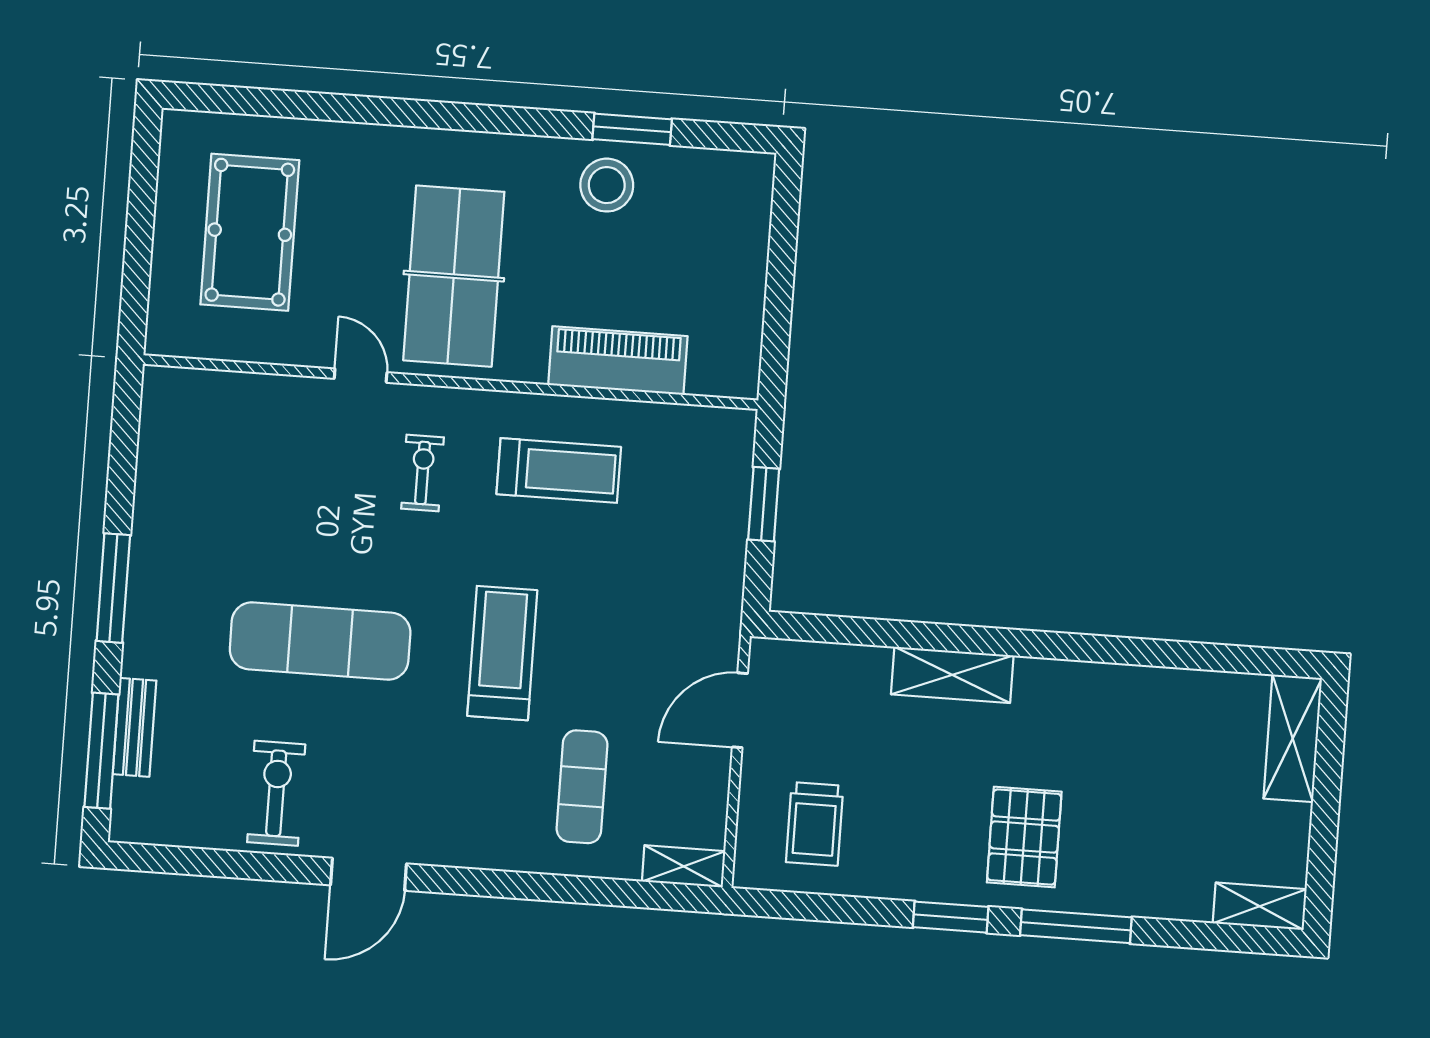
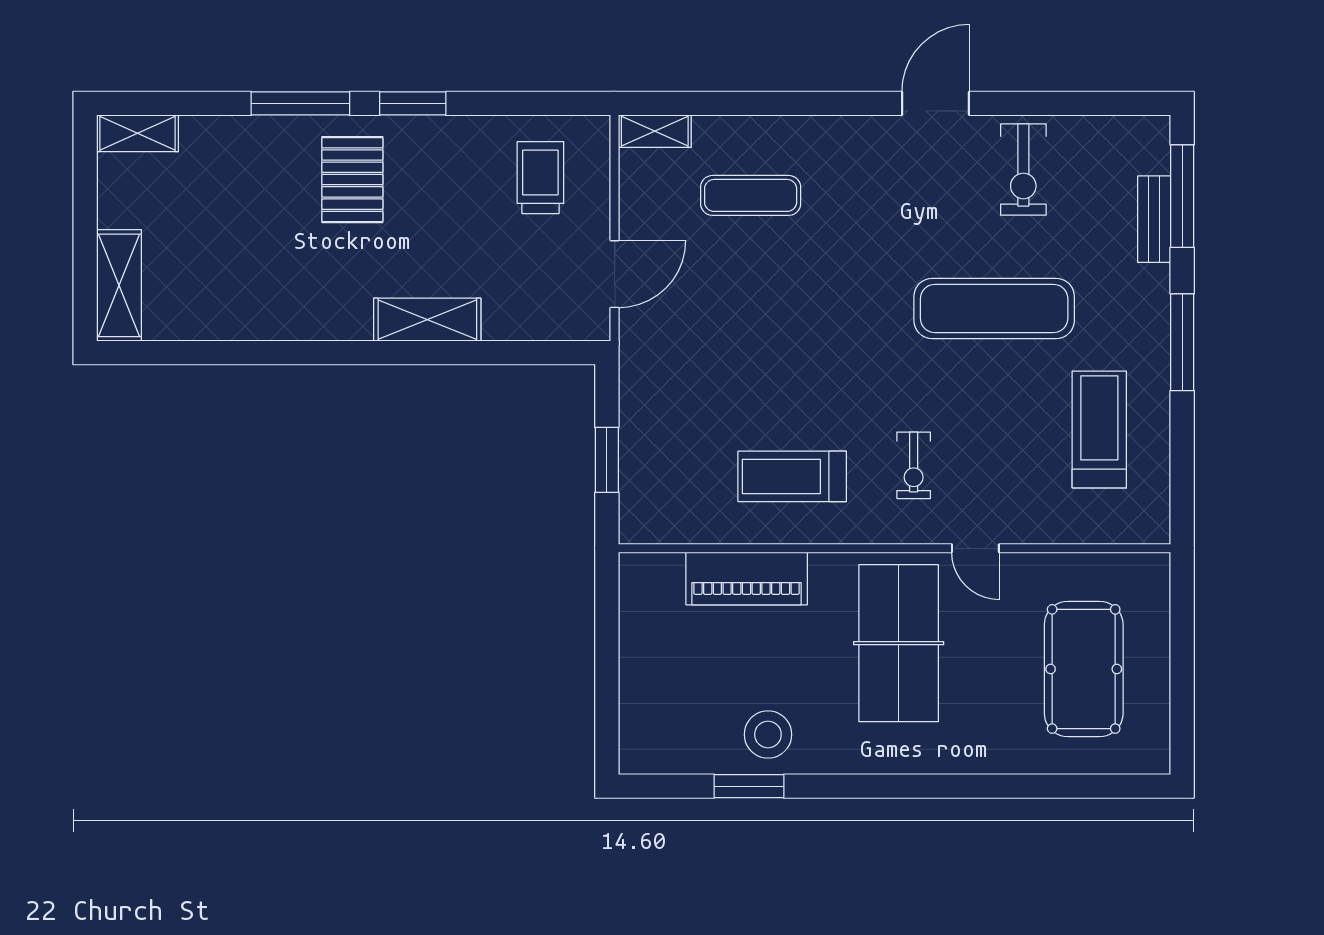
treadmill: (502, 653) -> (1099, 430), moved, turned 180
exercise mat: (582, 787) -> (751, 195), turned 90

